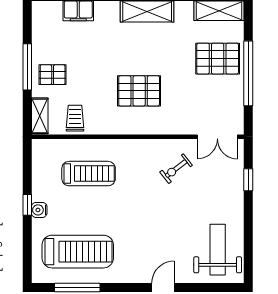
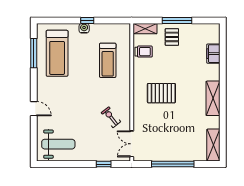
pallet: (218, 59) -> (182, 144), removed
pallet: (139, 91) -> (161, 93), turned 90

